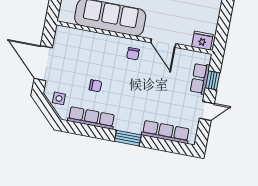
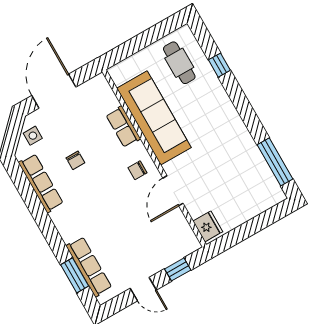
row of seats: (200, 79) -> (123, 127), moved, turned -90
window: (128, 138) -> (75, 275), moved

